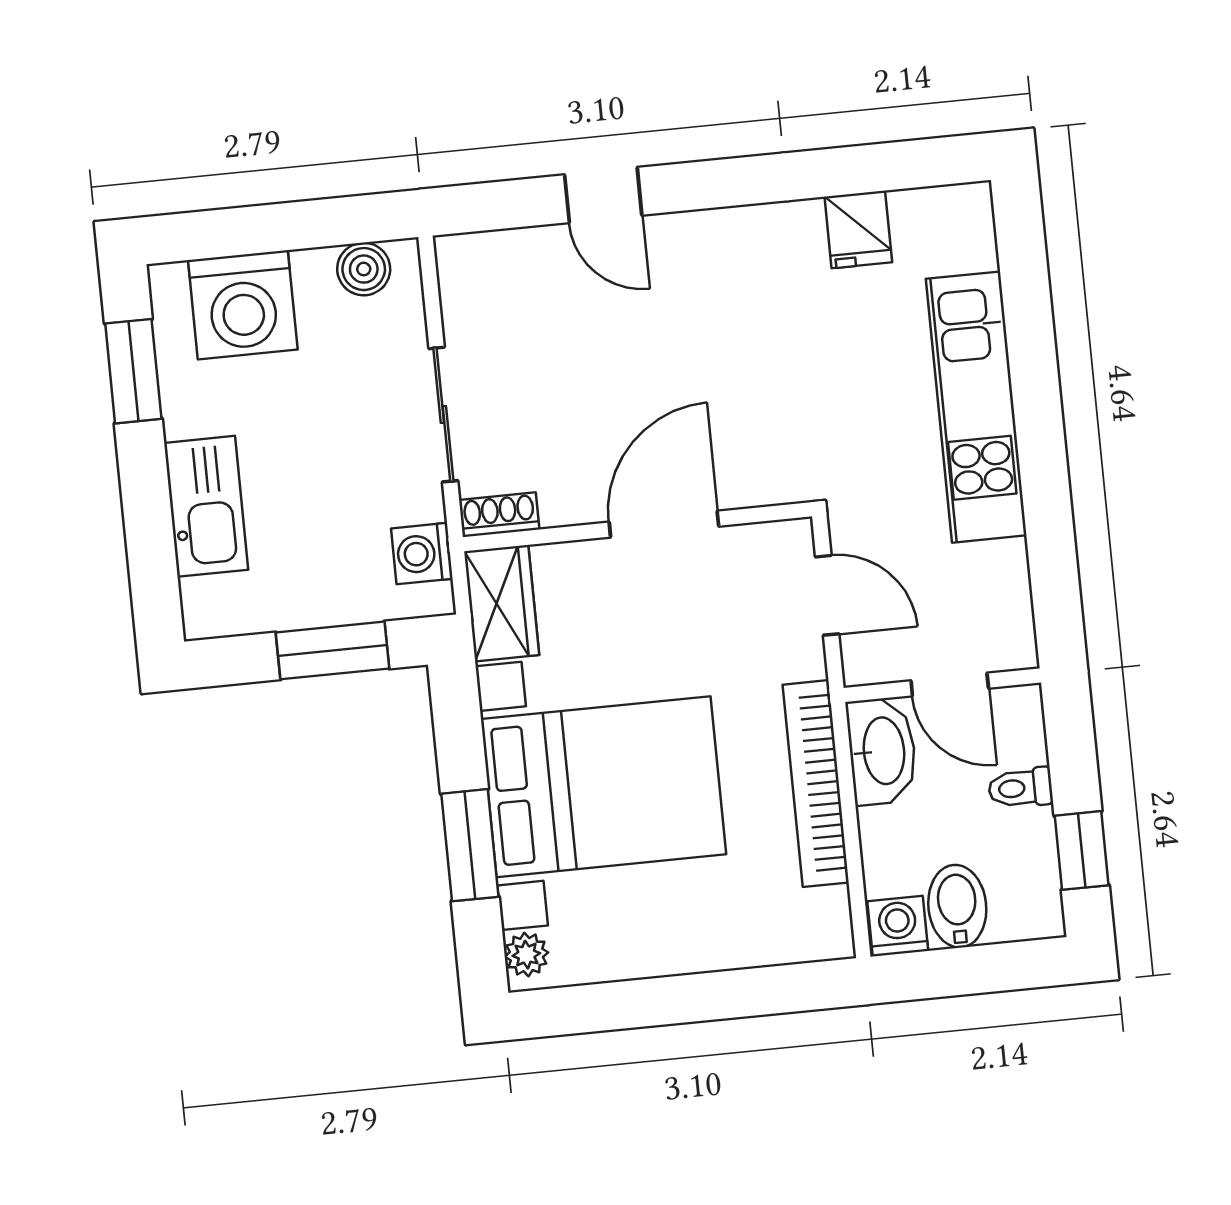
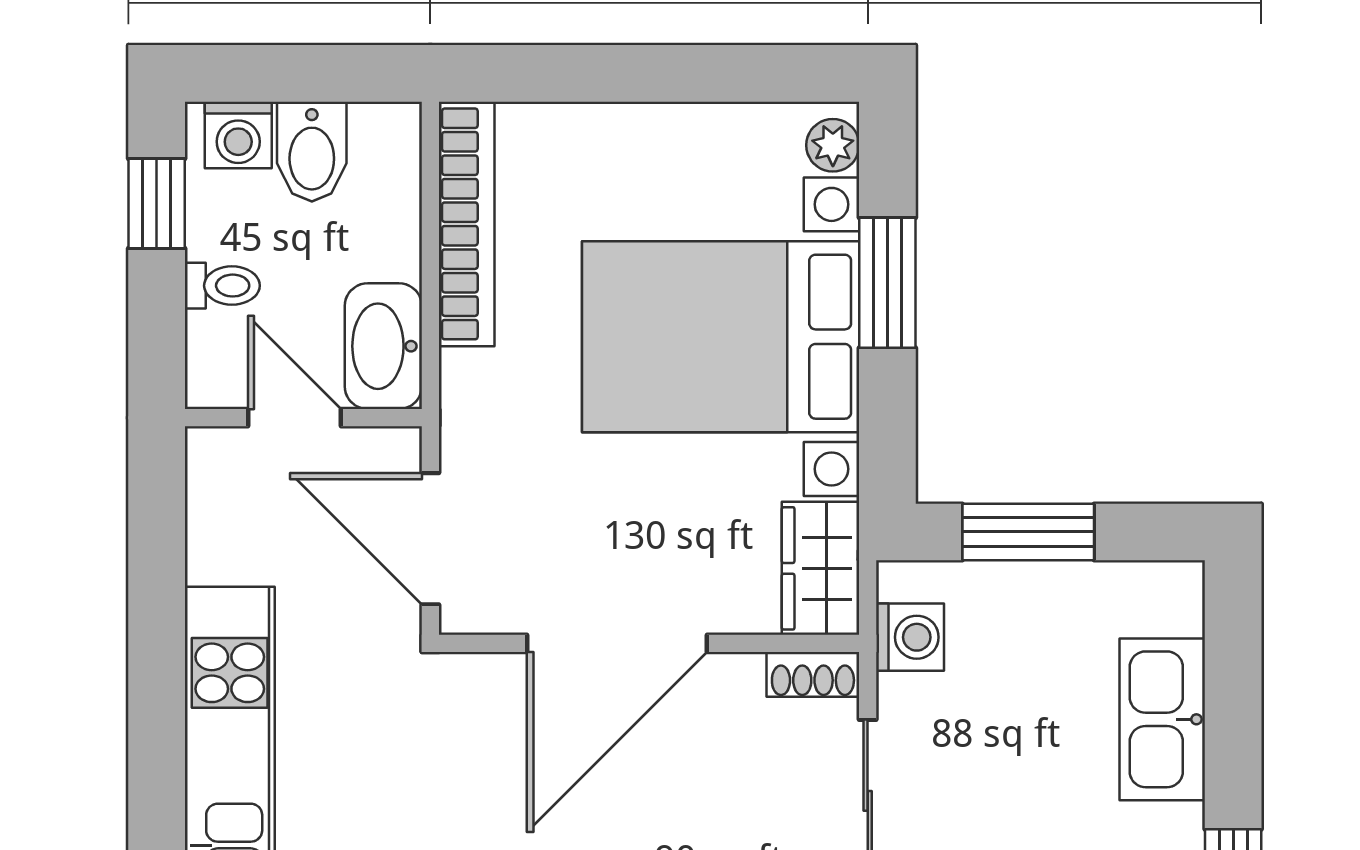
door: (664, 524) -> (617, 643), width x1.36
door: (827, 595) -> (430, 539), width x1.38
bookcase: (816, 784) -> (467, 224), moved
washing machine: (898, 926) -> (238, 135), moved

